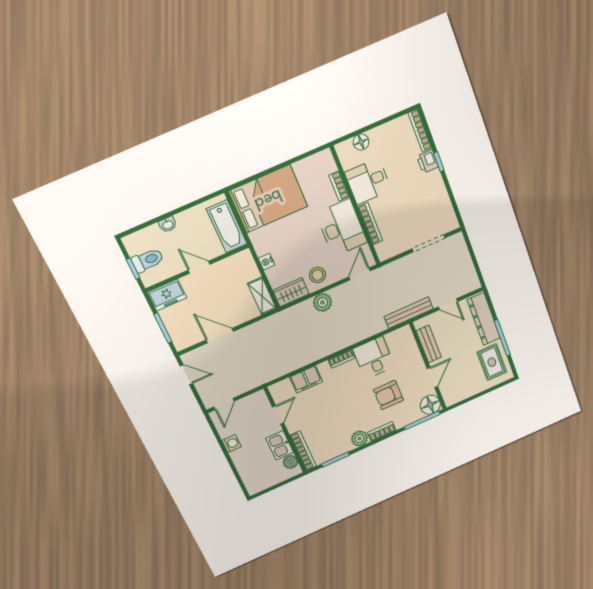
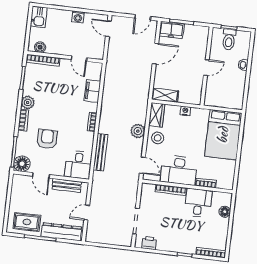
printer: (428, 162) -> (149, 243), moved
bathtub: (227, 226) -> (221, 99), removed
freezer: (167, 295) -> (172, 30), moved, turned -90
bench: (409, 313) -> (101, 152), moved
desk: (374, 358) -> (78, 165), moved, turned 90
kitchen sink: (280, 445) -> (39, 17), moved, turned 90

